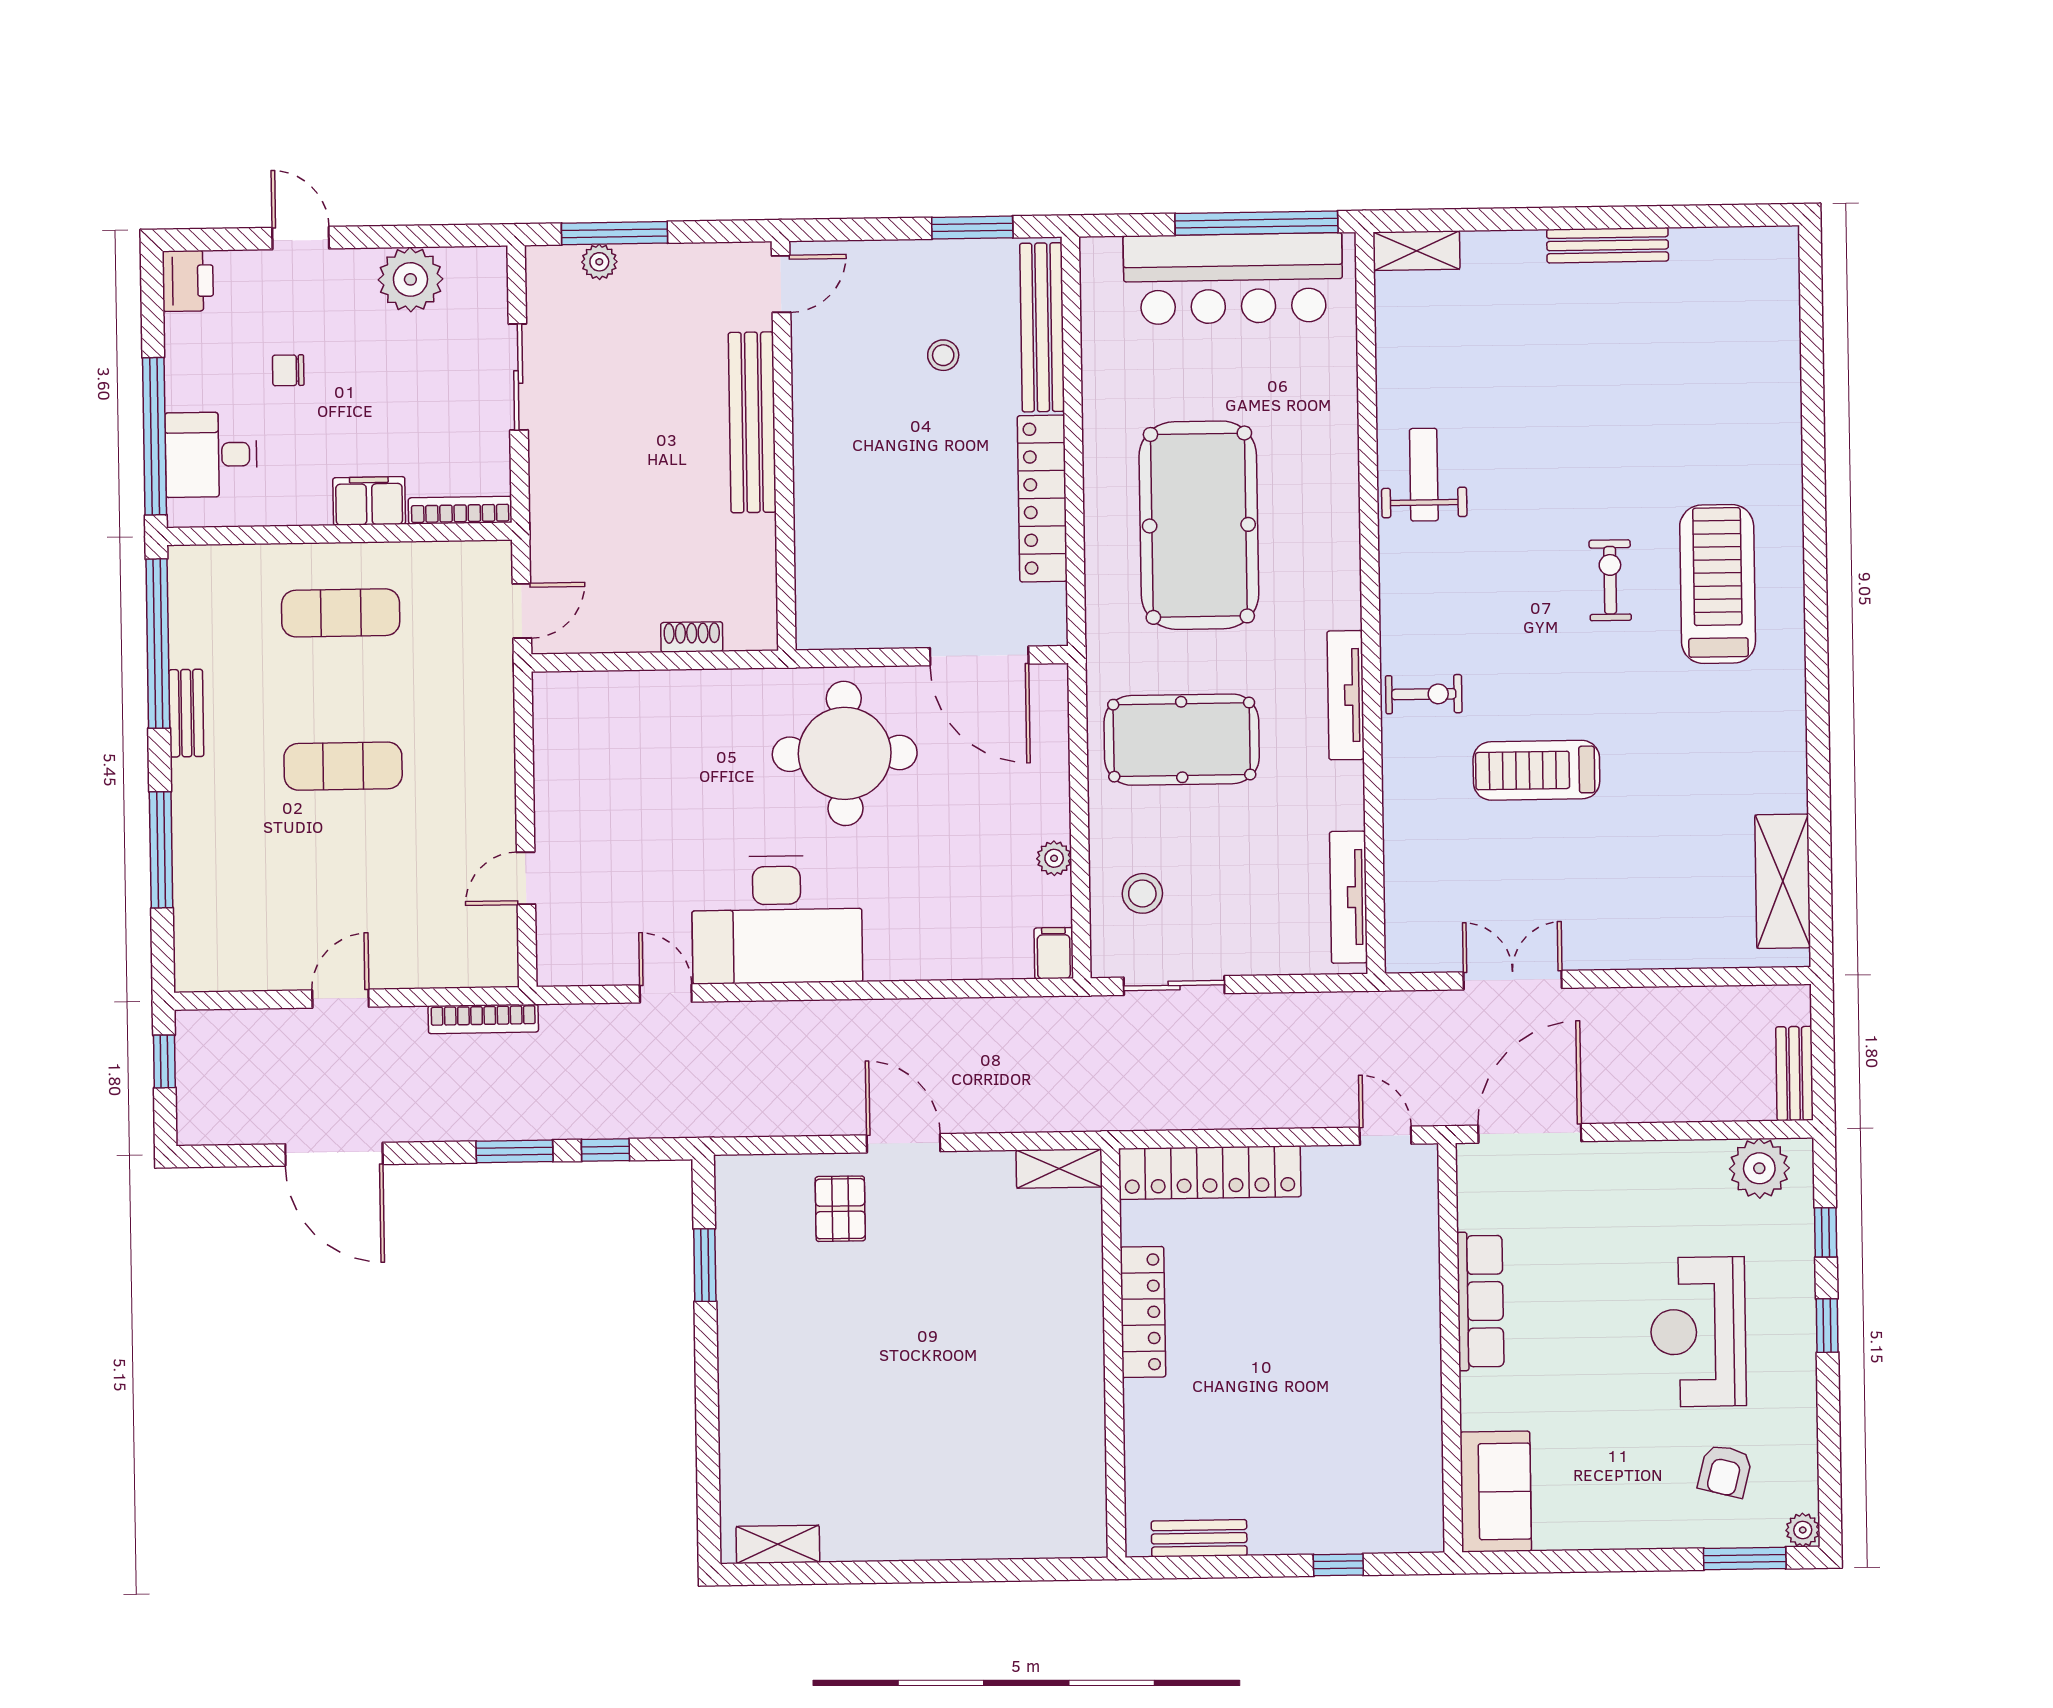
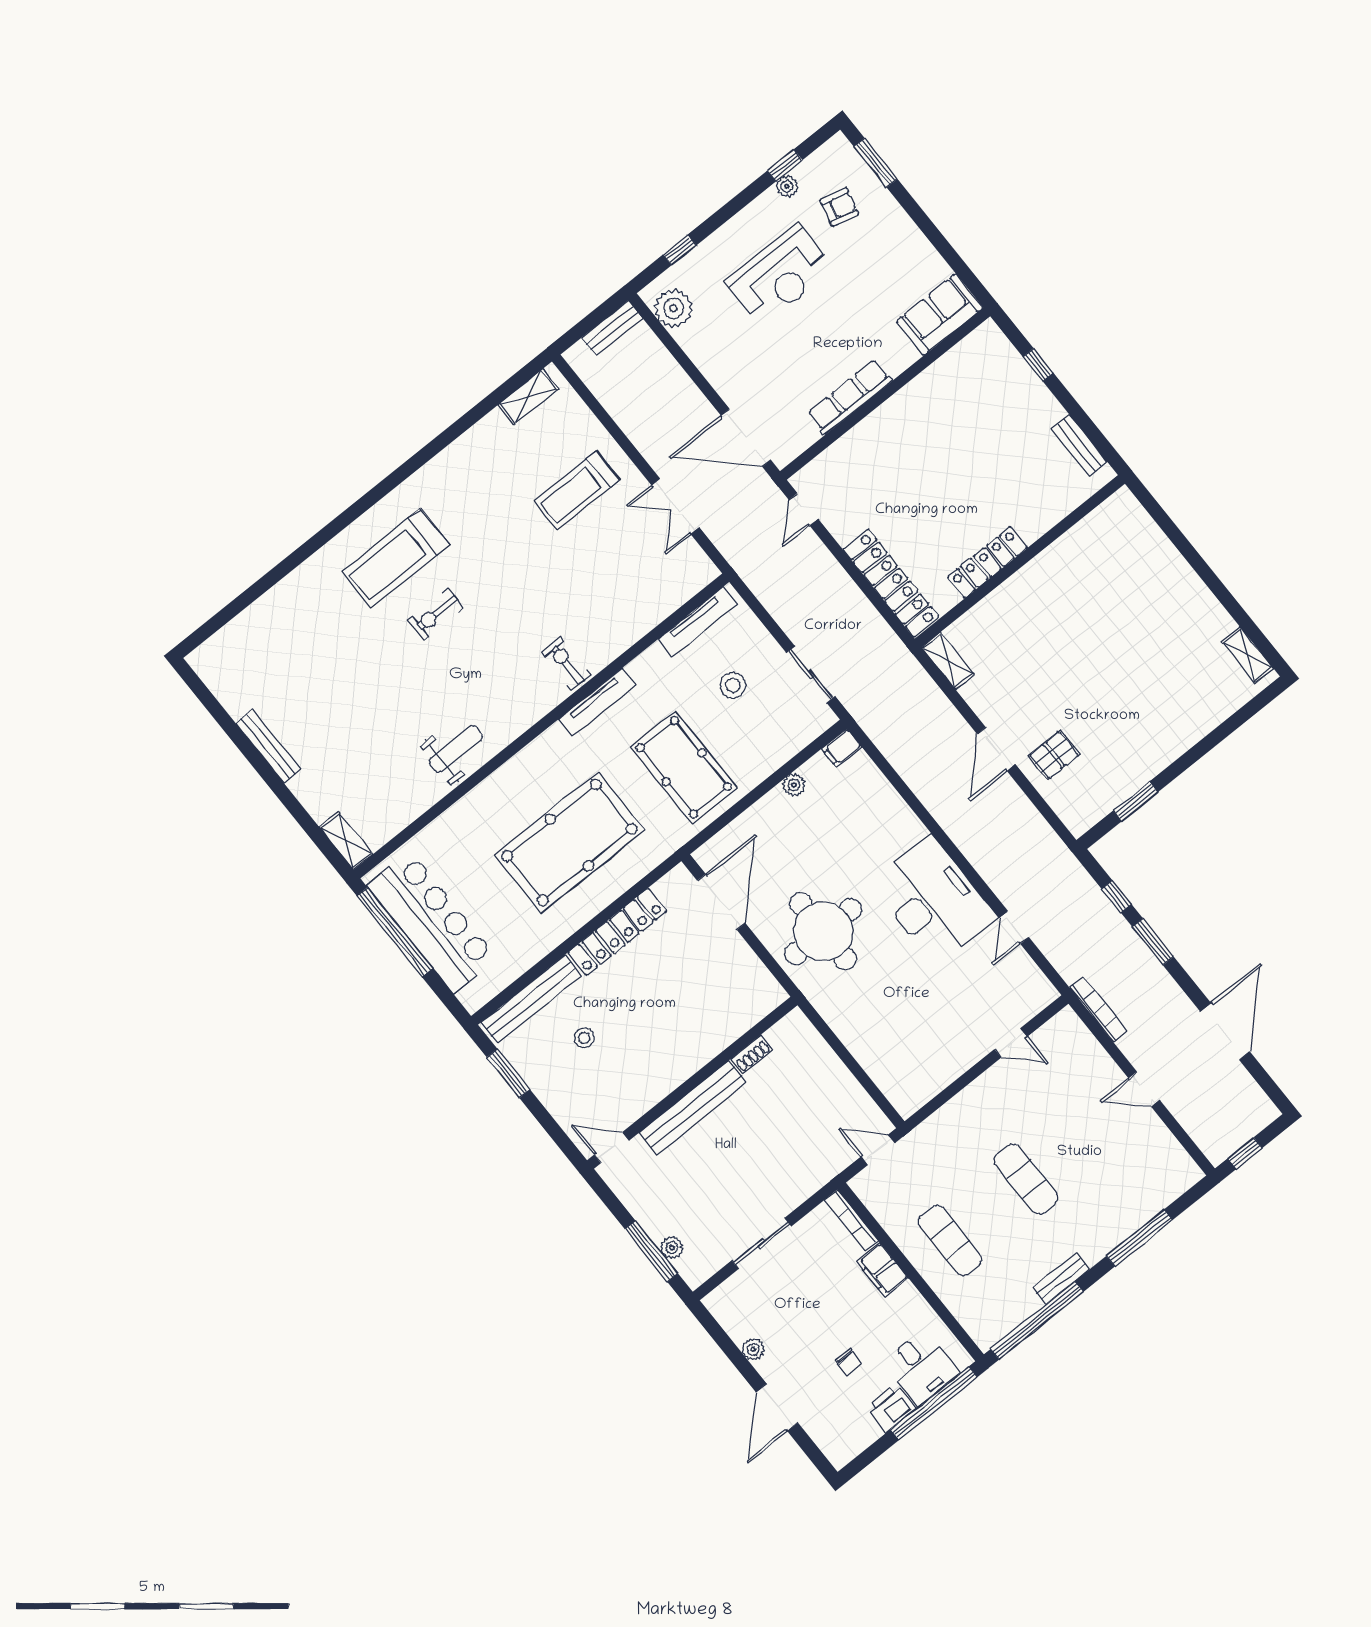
door: (301, 238) -> (777, 1407), width x1.37
plant: (410, 279) -> (753, 1349), width x0.53, depth x0.53
printer: (188, 281) -> (891, 1408), moved
weight bench: (1424, 475) -> (456, 749), turned 180
shoe rack: (692, 637) -> (752, 1054), moved, turned -90
treadmill: (1536, 770) -> (577, 490), moved, turned 90
shelving: (1783, 881) -> (528, 397), width x0.67, depth x0.75
stool: (1142, 893) -> (733, 685), moved
window: (1827, 1326) -> (785, 165), moved
plant: (1803, 1530) -> (787, 186), moved

